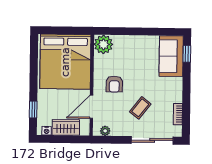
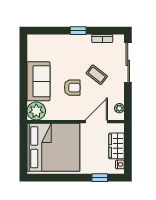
window: (187, 54) -> (78, 31), moved
sofa: (171, 56) -> (38, 81), moved, turned -90
armchair: (114, 84) -> (72, 88), moved
door: (91, 107) -> (96, 122), swing flipped

